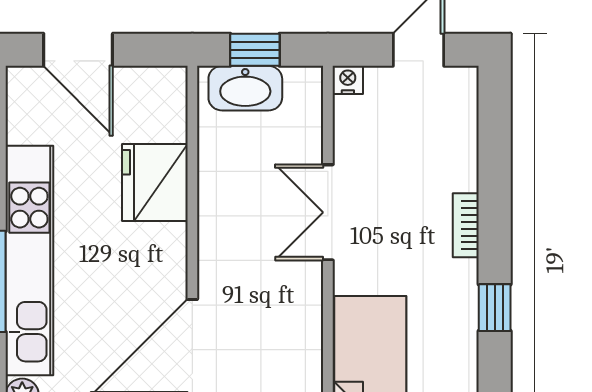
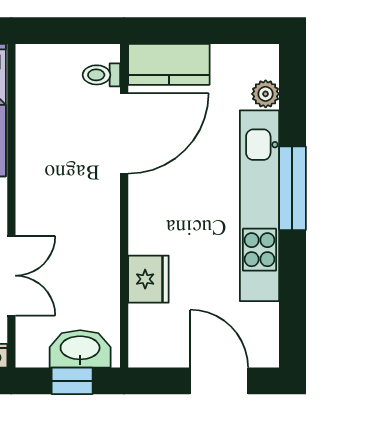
fridge: (155, 182) -> (148, 279), width x0.73, depth x0.75
double door: (328, 212) -> (11, 276), moved

